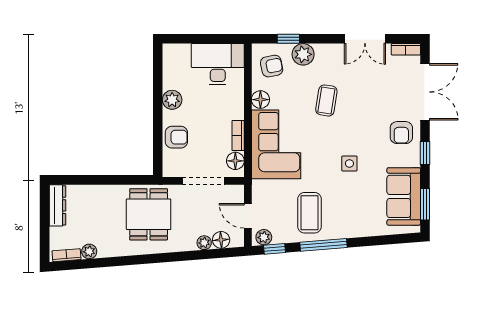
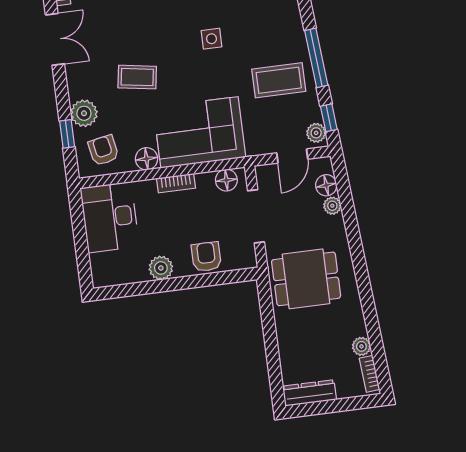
bookcase: (238, 136) -> (176, 183), moved

